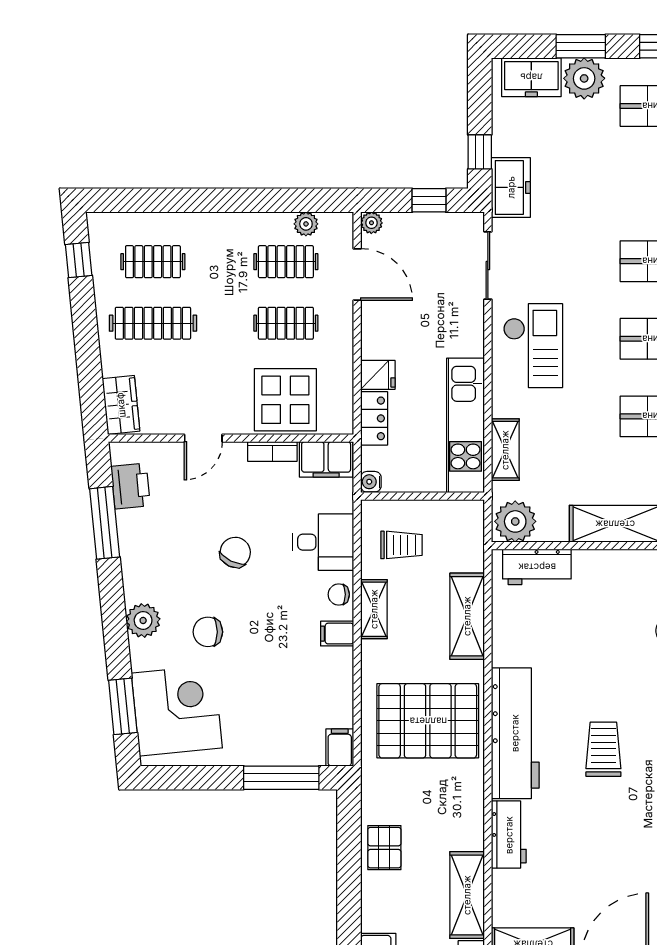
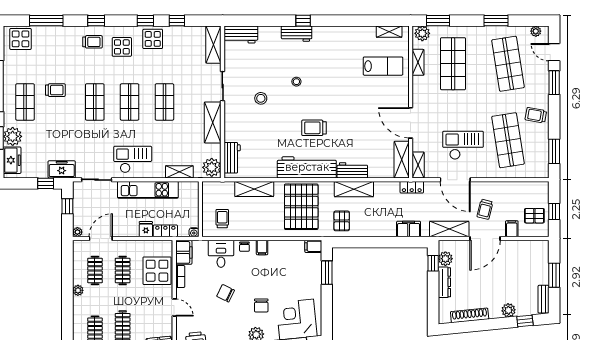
plant: (306, 224) -> (78, 290), moved
kitchen unit: (465, 425) -> (148, 190), moved
shelving: (374, 609) -> (251, 231), removed
window: (281, 778) -> (327, 273), width x0.69
pallet: (384, 848) -> (342, 221), moved, turned 90
shelving: (467, 895) -> (354, 189), moved

